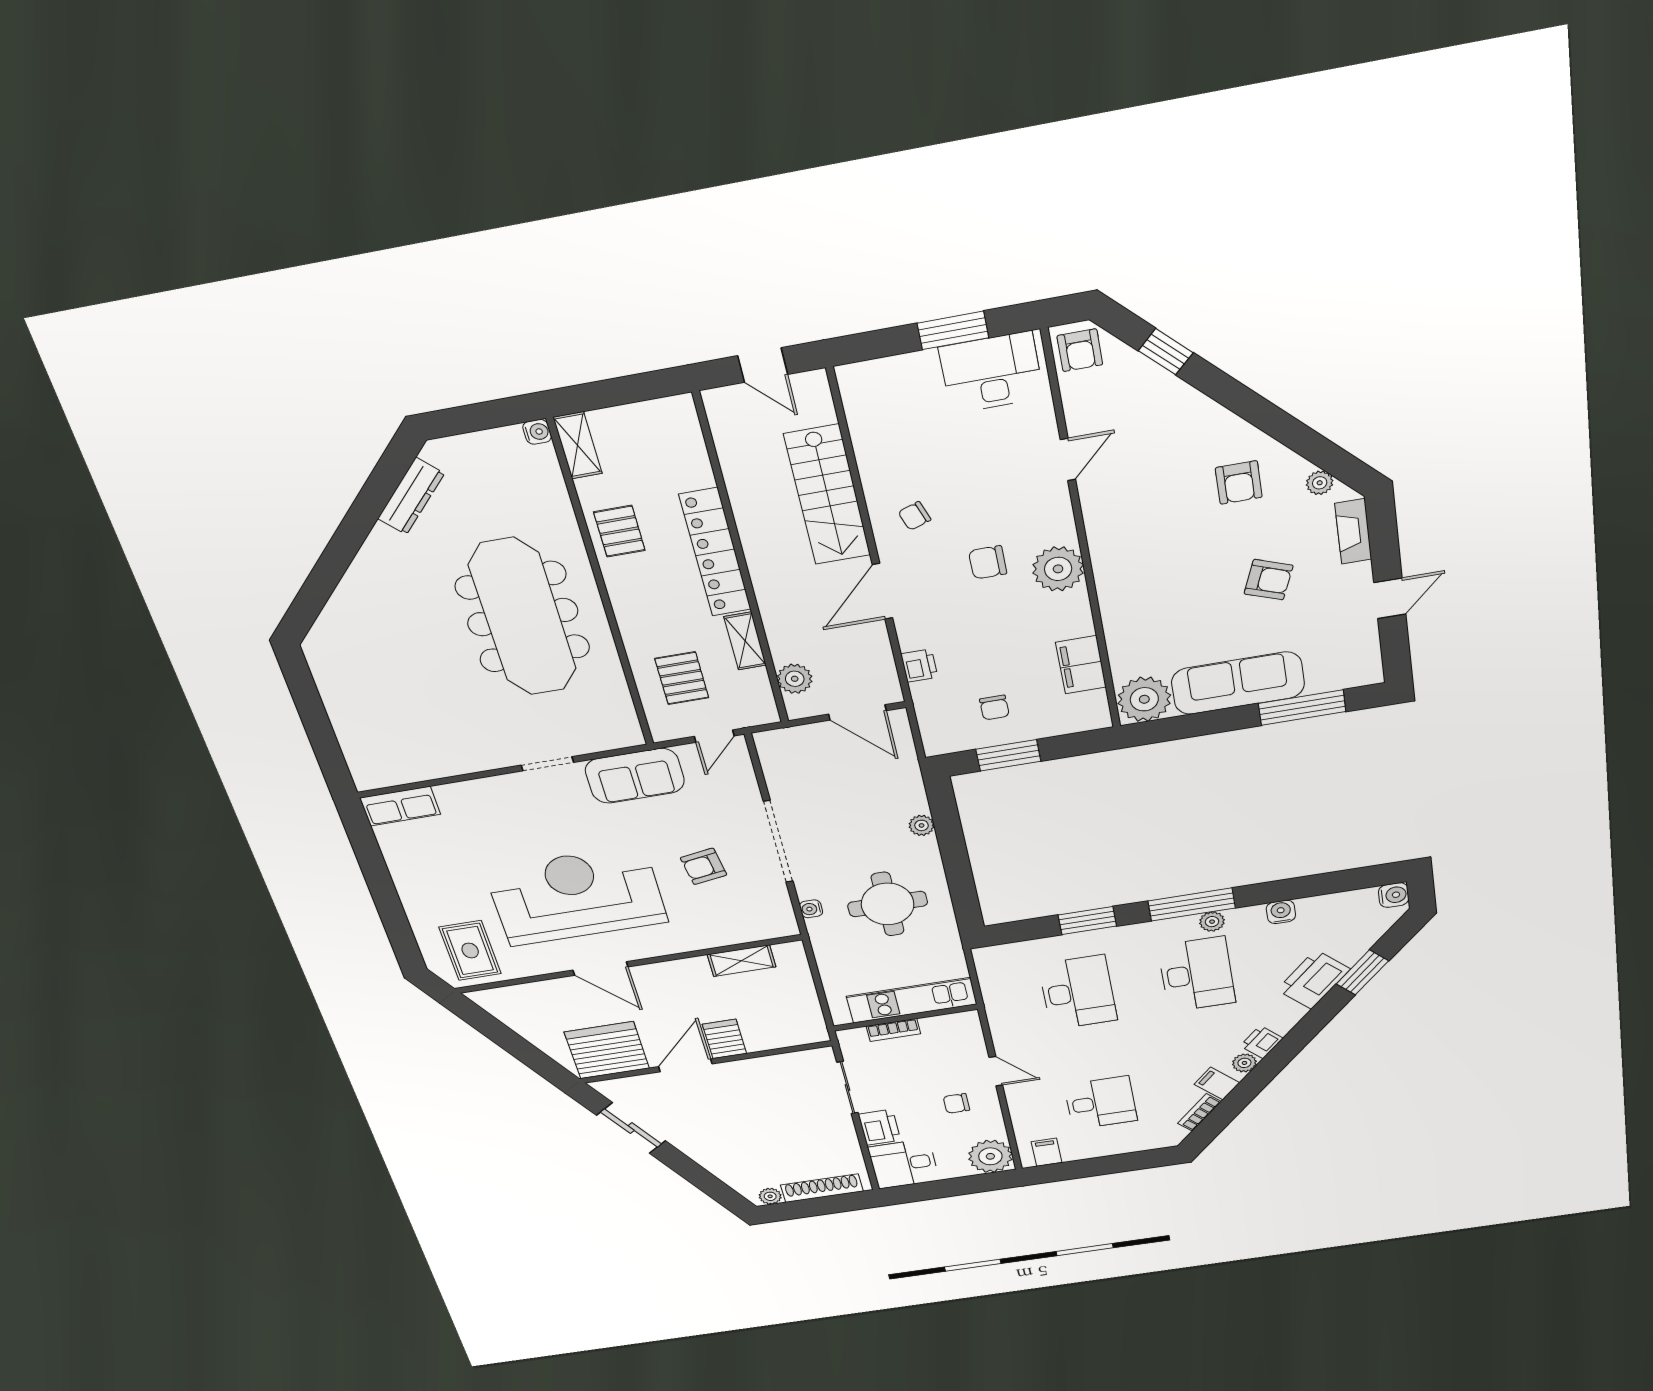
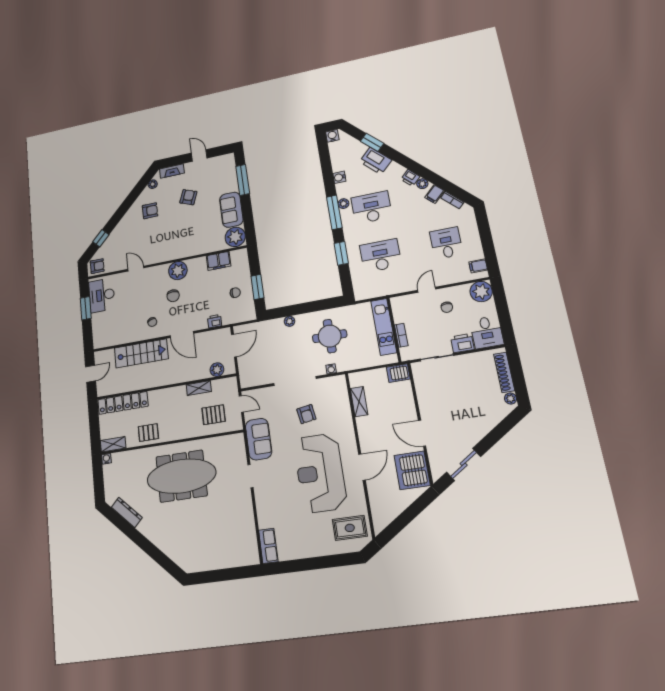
locker: (715, 552) -> (123, 403), moved
sofa: (1238, 683) -> (231, 210), width x0.73
server rack: (724, 1039) -> (398, 373), moved

